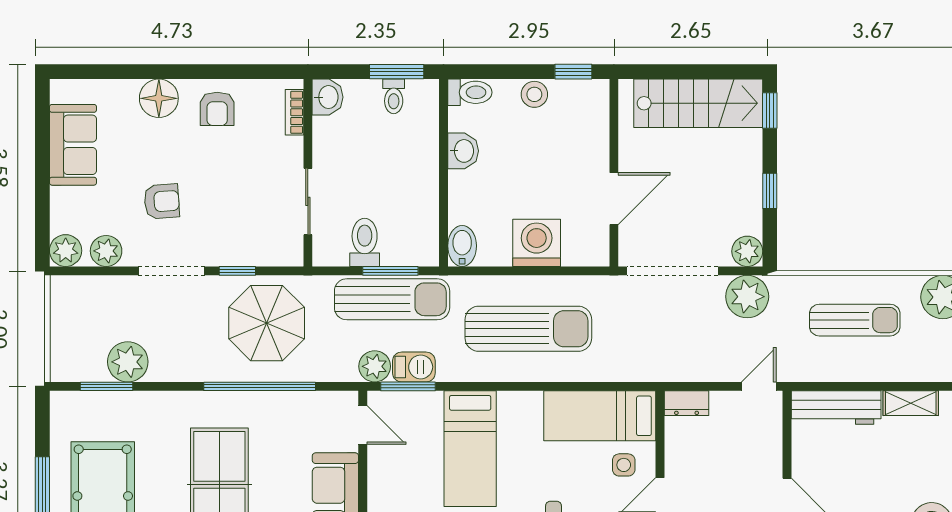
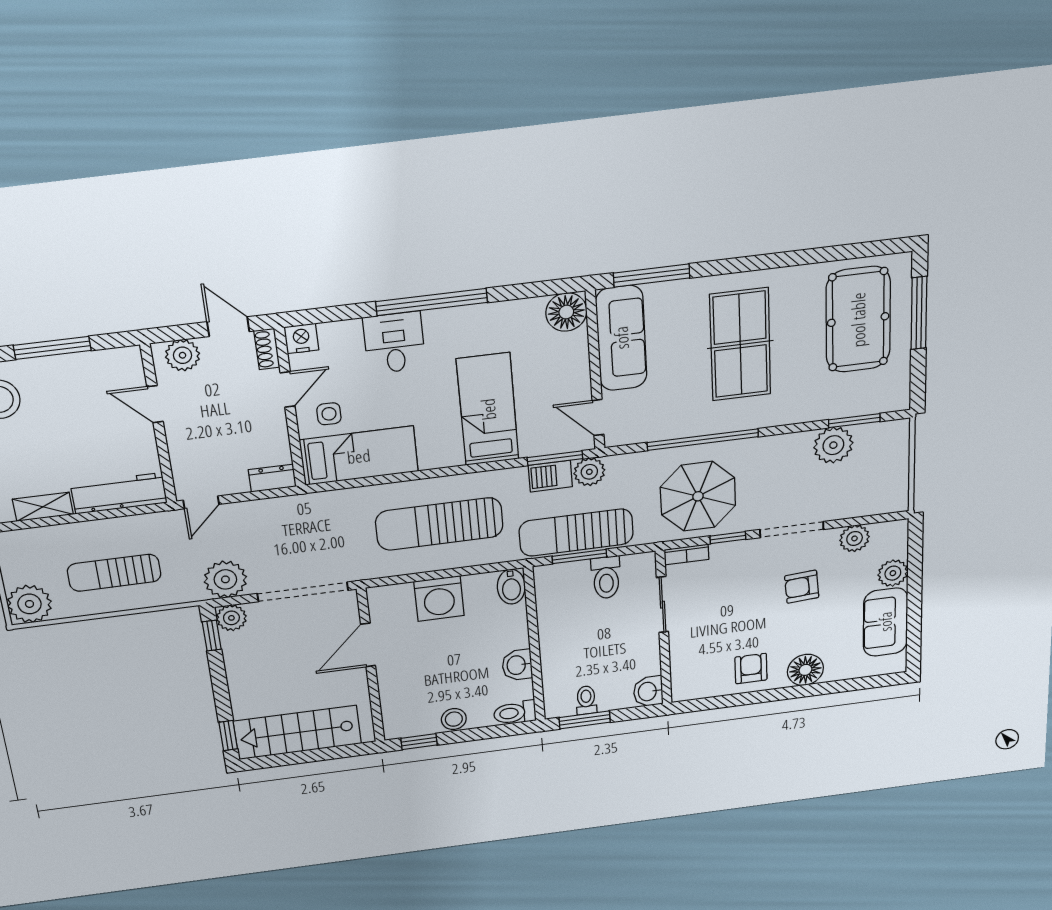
bookcase: (294, 112) -> (686, 554), moved, turned 90
window: (770, 191) -> (212, 636), moved
plant: (66, 251) -> (893, 573), moved

